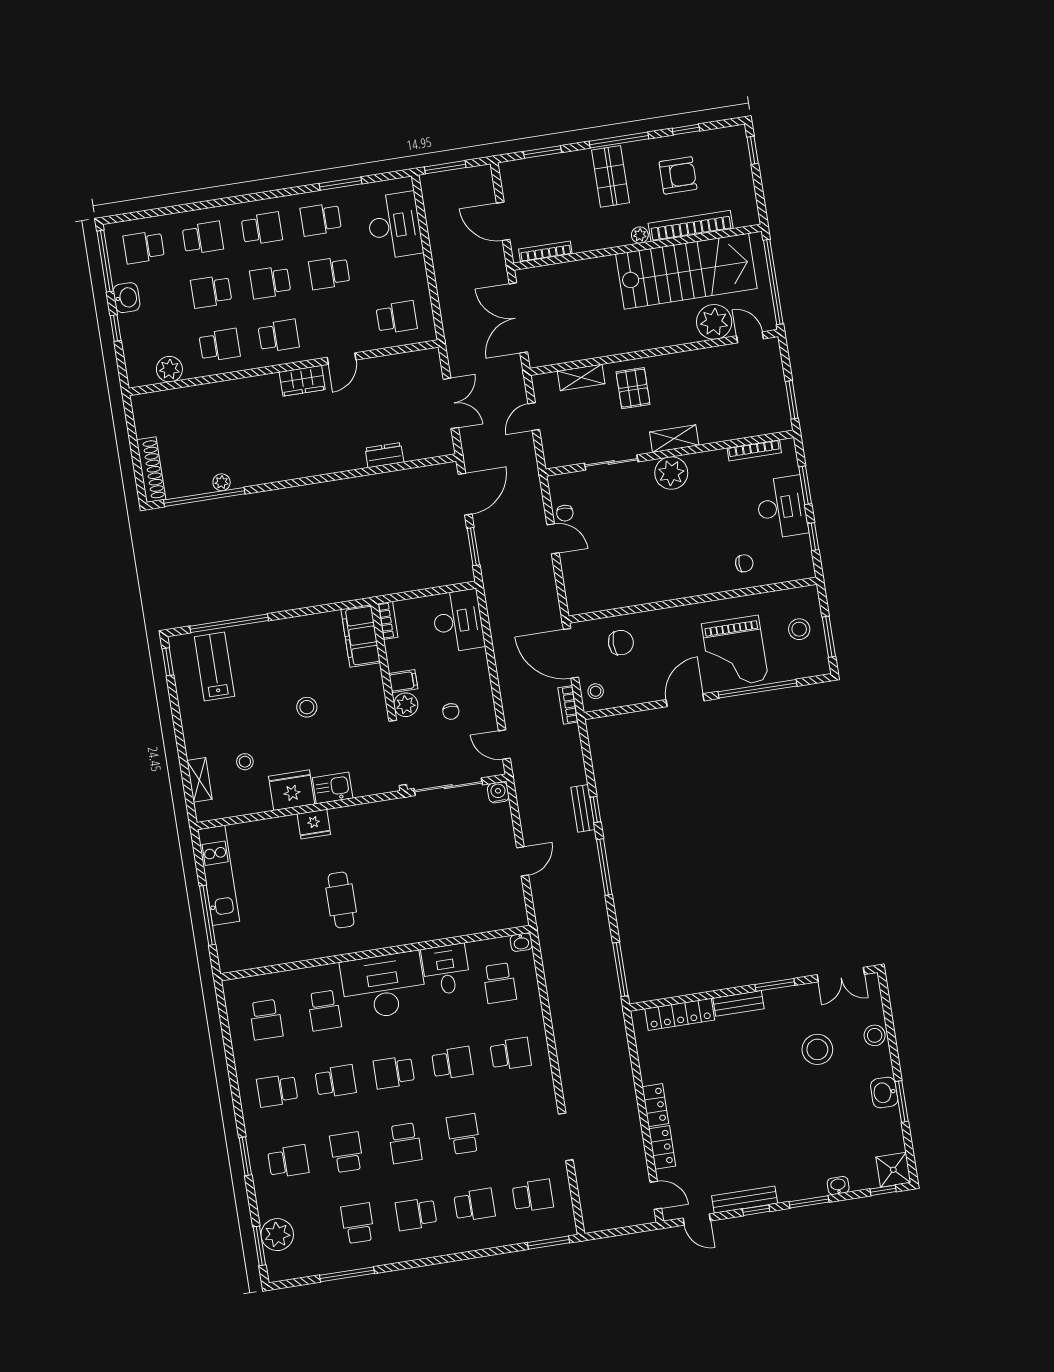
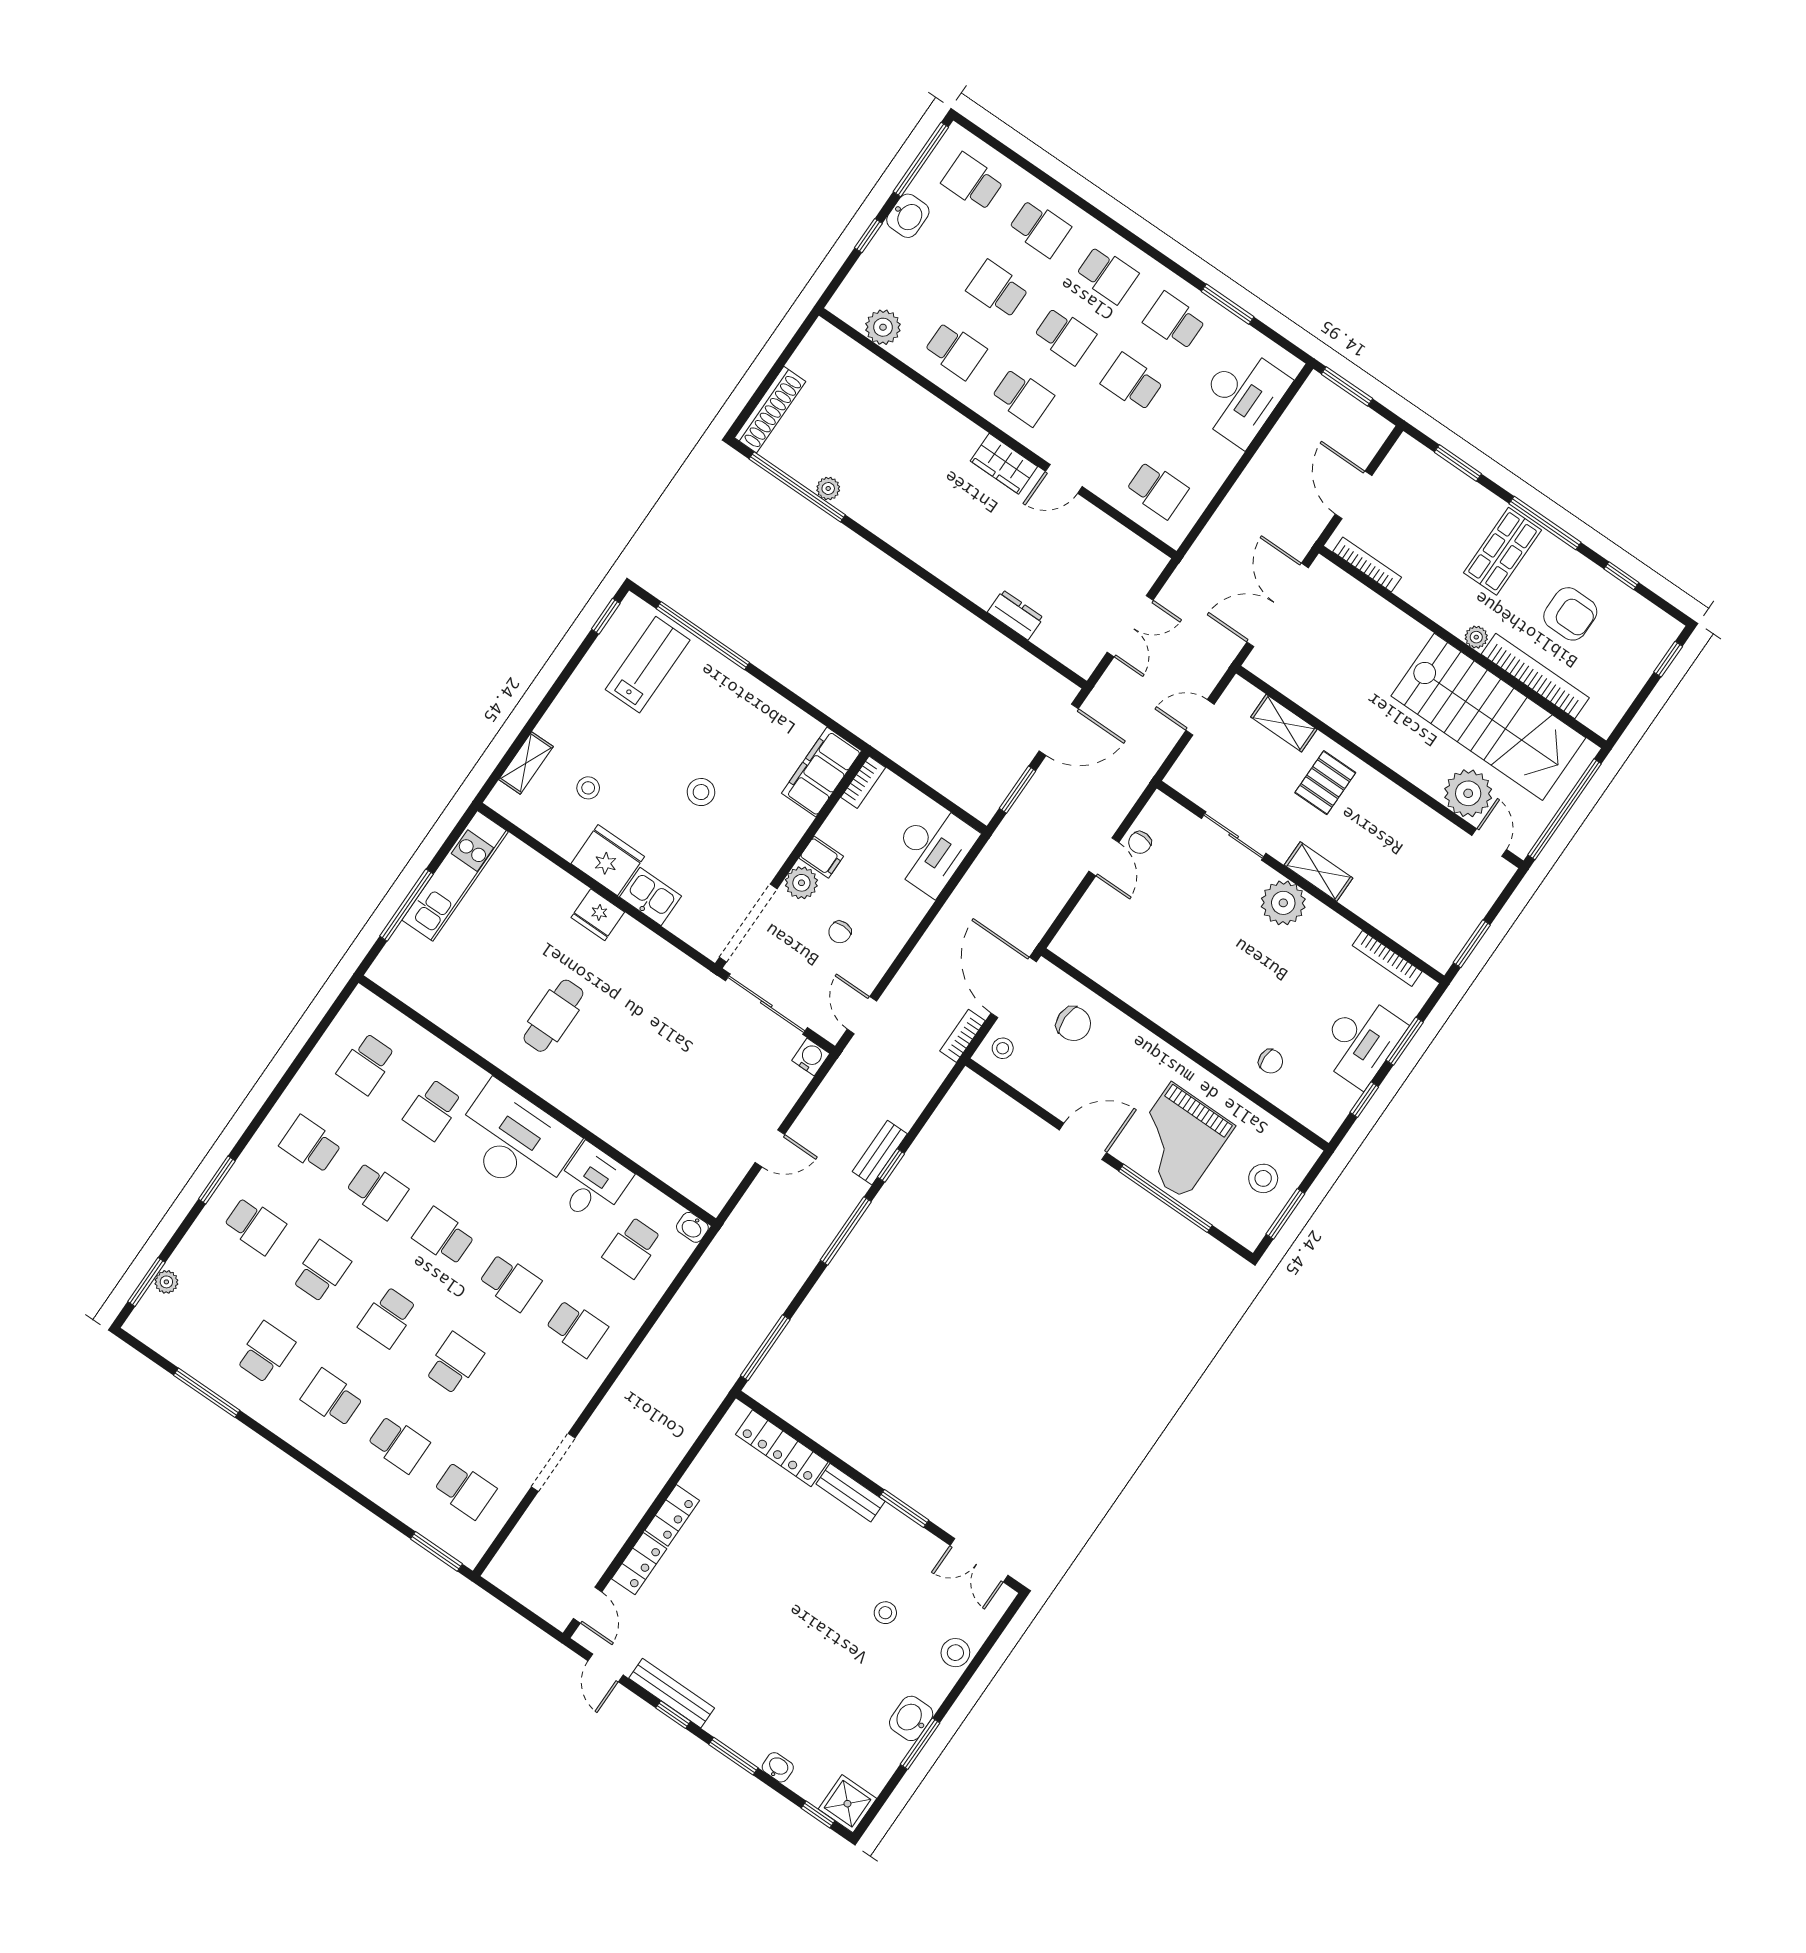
school desk: (270, 282) -> (1065, 336), turned 180
stool: (817, 1049) -> (885, 1613), width x0.53, depth x0.53
plant: (277, 1235) -> (166, 1282), width x0.53, depth x0.53

